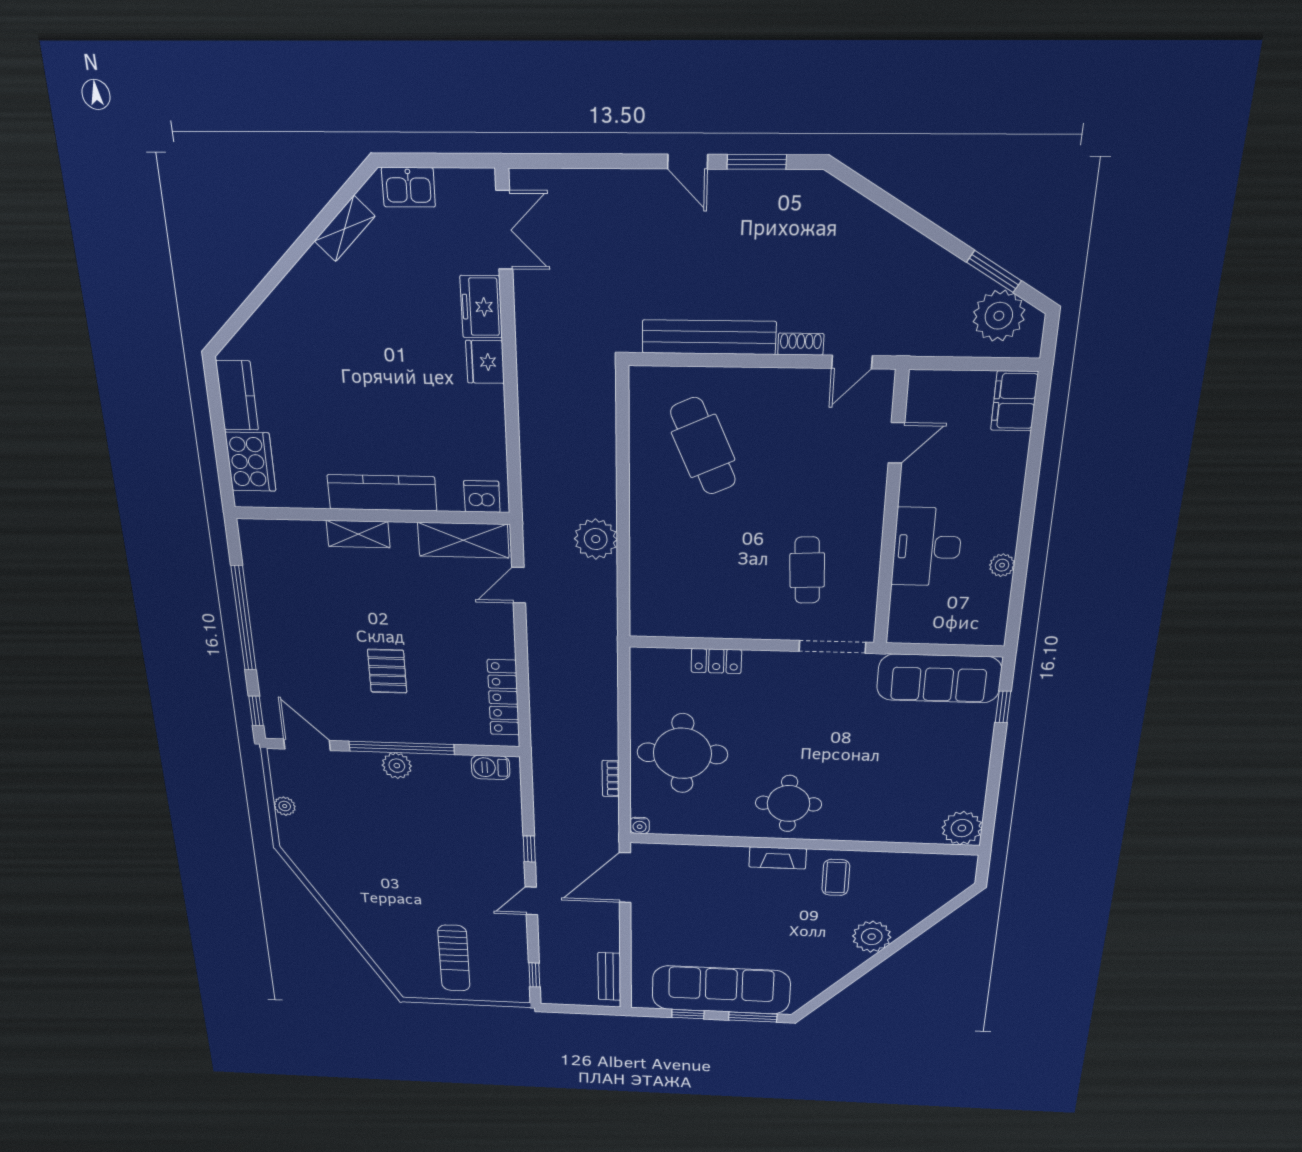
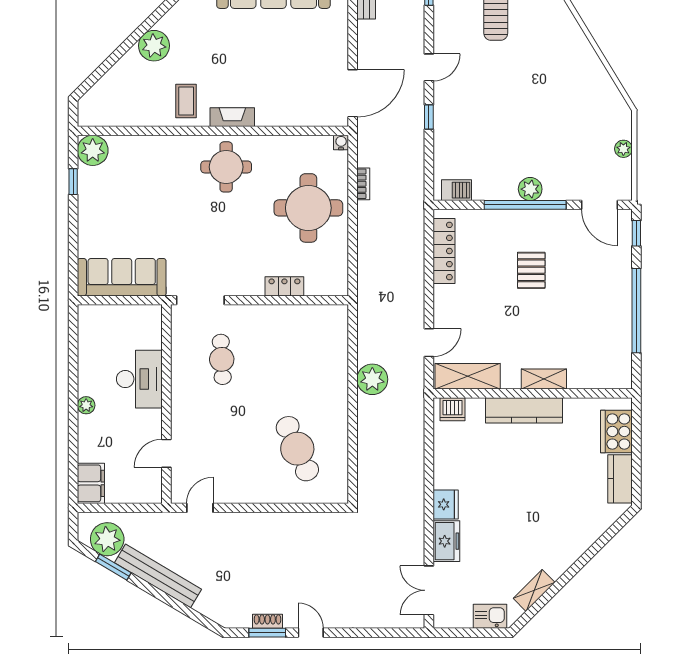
bench: (709, 337) -> (158, 576), moved, turned 31
shoe rack: (801, 344) -> (268, 621), moved, turned 180
plant: (1002, 565) -> (86, 405), moved
window: (1003, 707) -> (73, 182), moved

